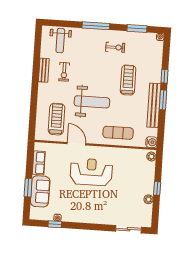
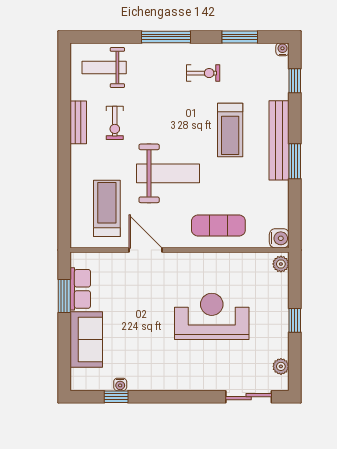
weight bench: (60, 41) -> (104, 68), turned 90
window: (165, 76) -> (295, 81), moved
treadmill: (128, 80) -> (230, 130), turned 180
bench: (154, 105) -> (279, 140), moved
reception desk: (91, 172) -> (212, 316), moved
window: (28, 188) -> (64, 296), moved
plant: (149, 199) -> (281, 366), moved

